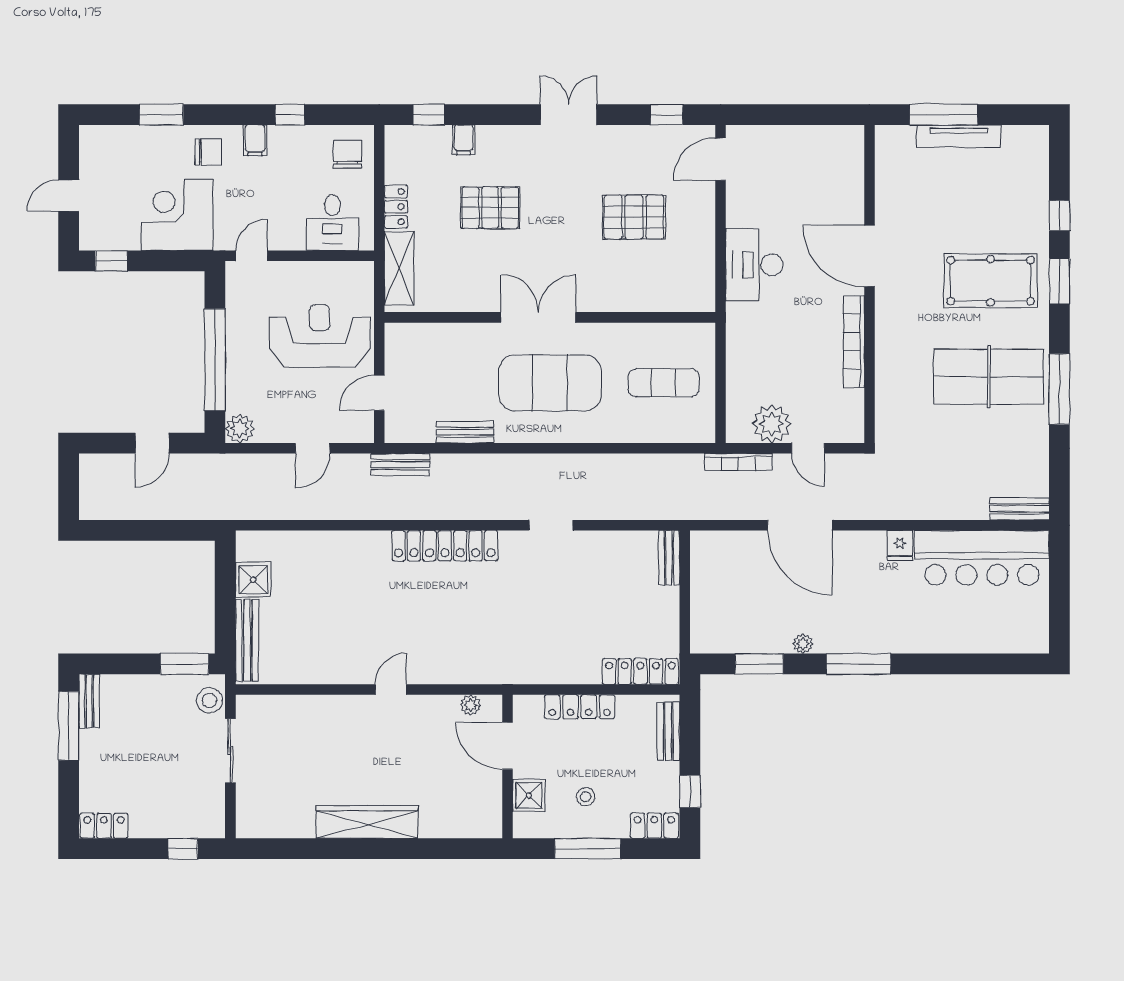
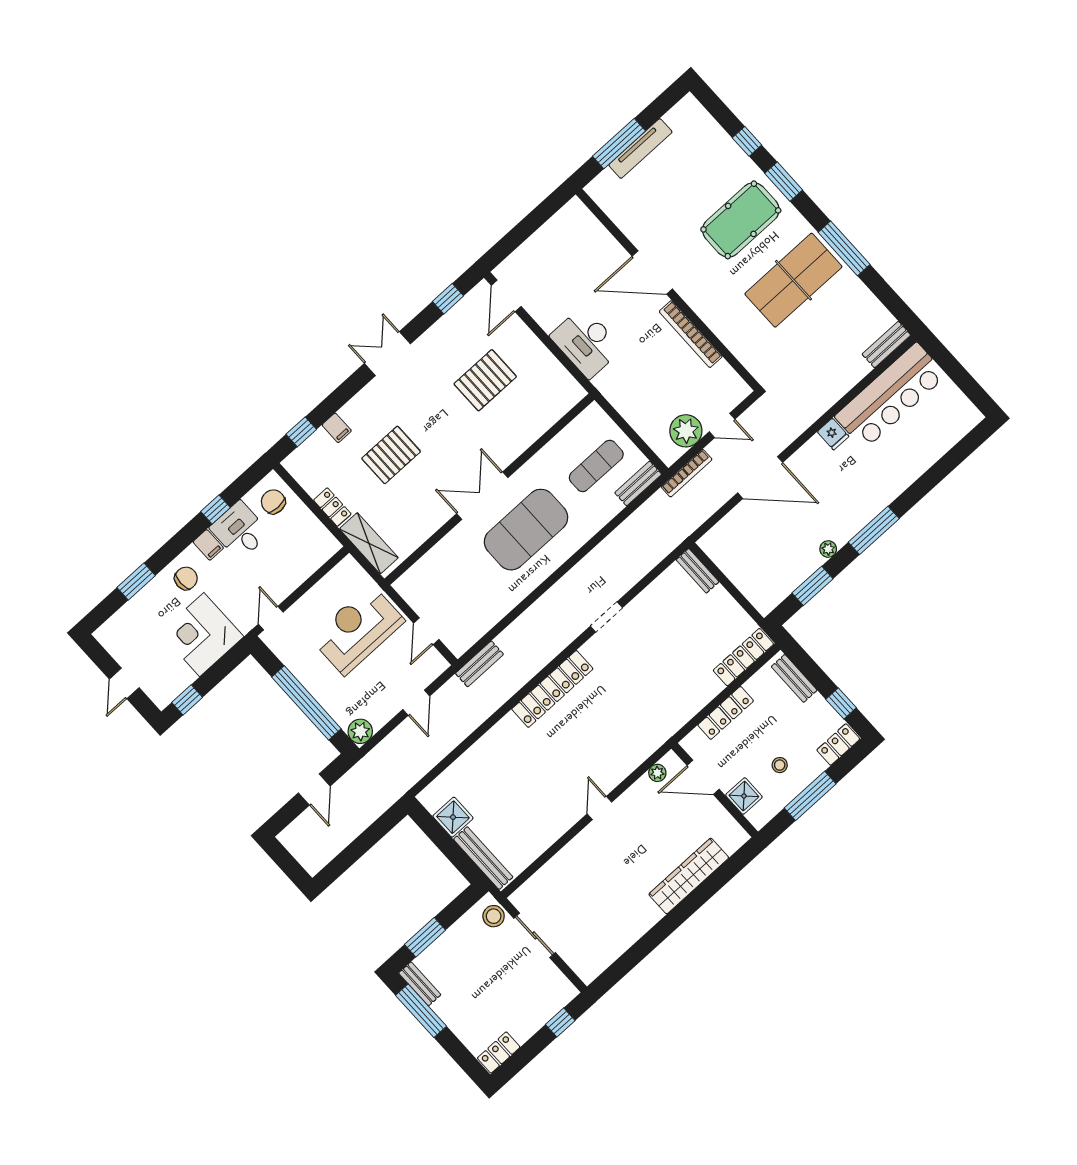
desk: (332, 223) -> (240, 531), moved, turned 180
bench: (465, 432) -> (638, 483), moved
window: (184, 664) -> (425, 937), moved
wardrobe: (367, 822) -> (689, 876), moved

